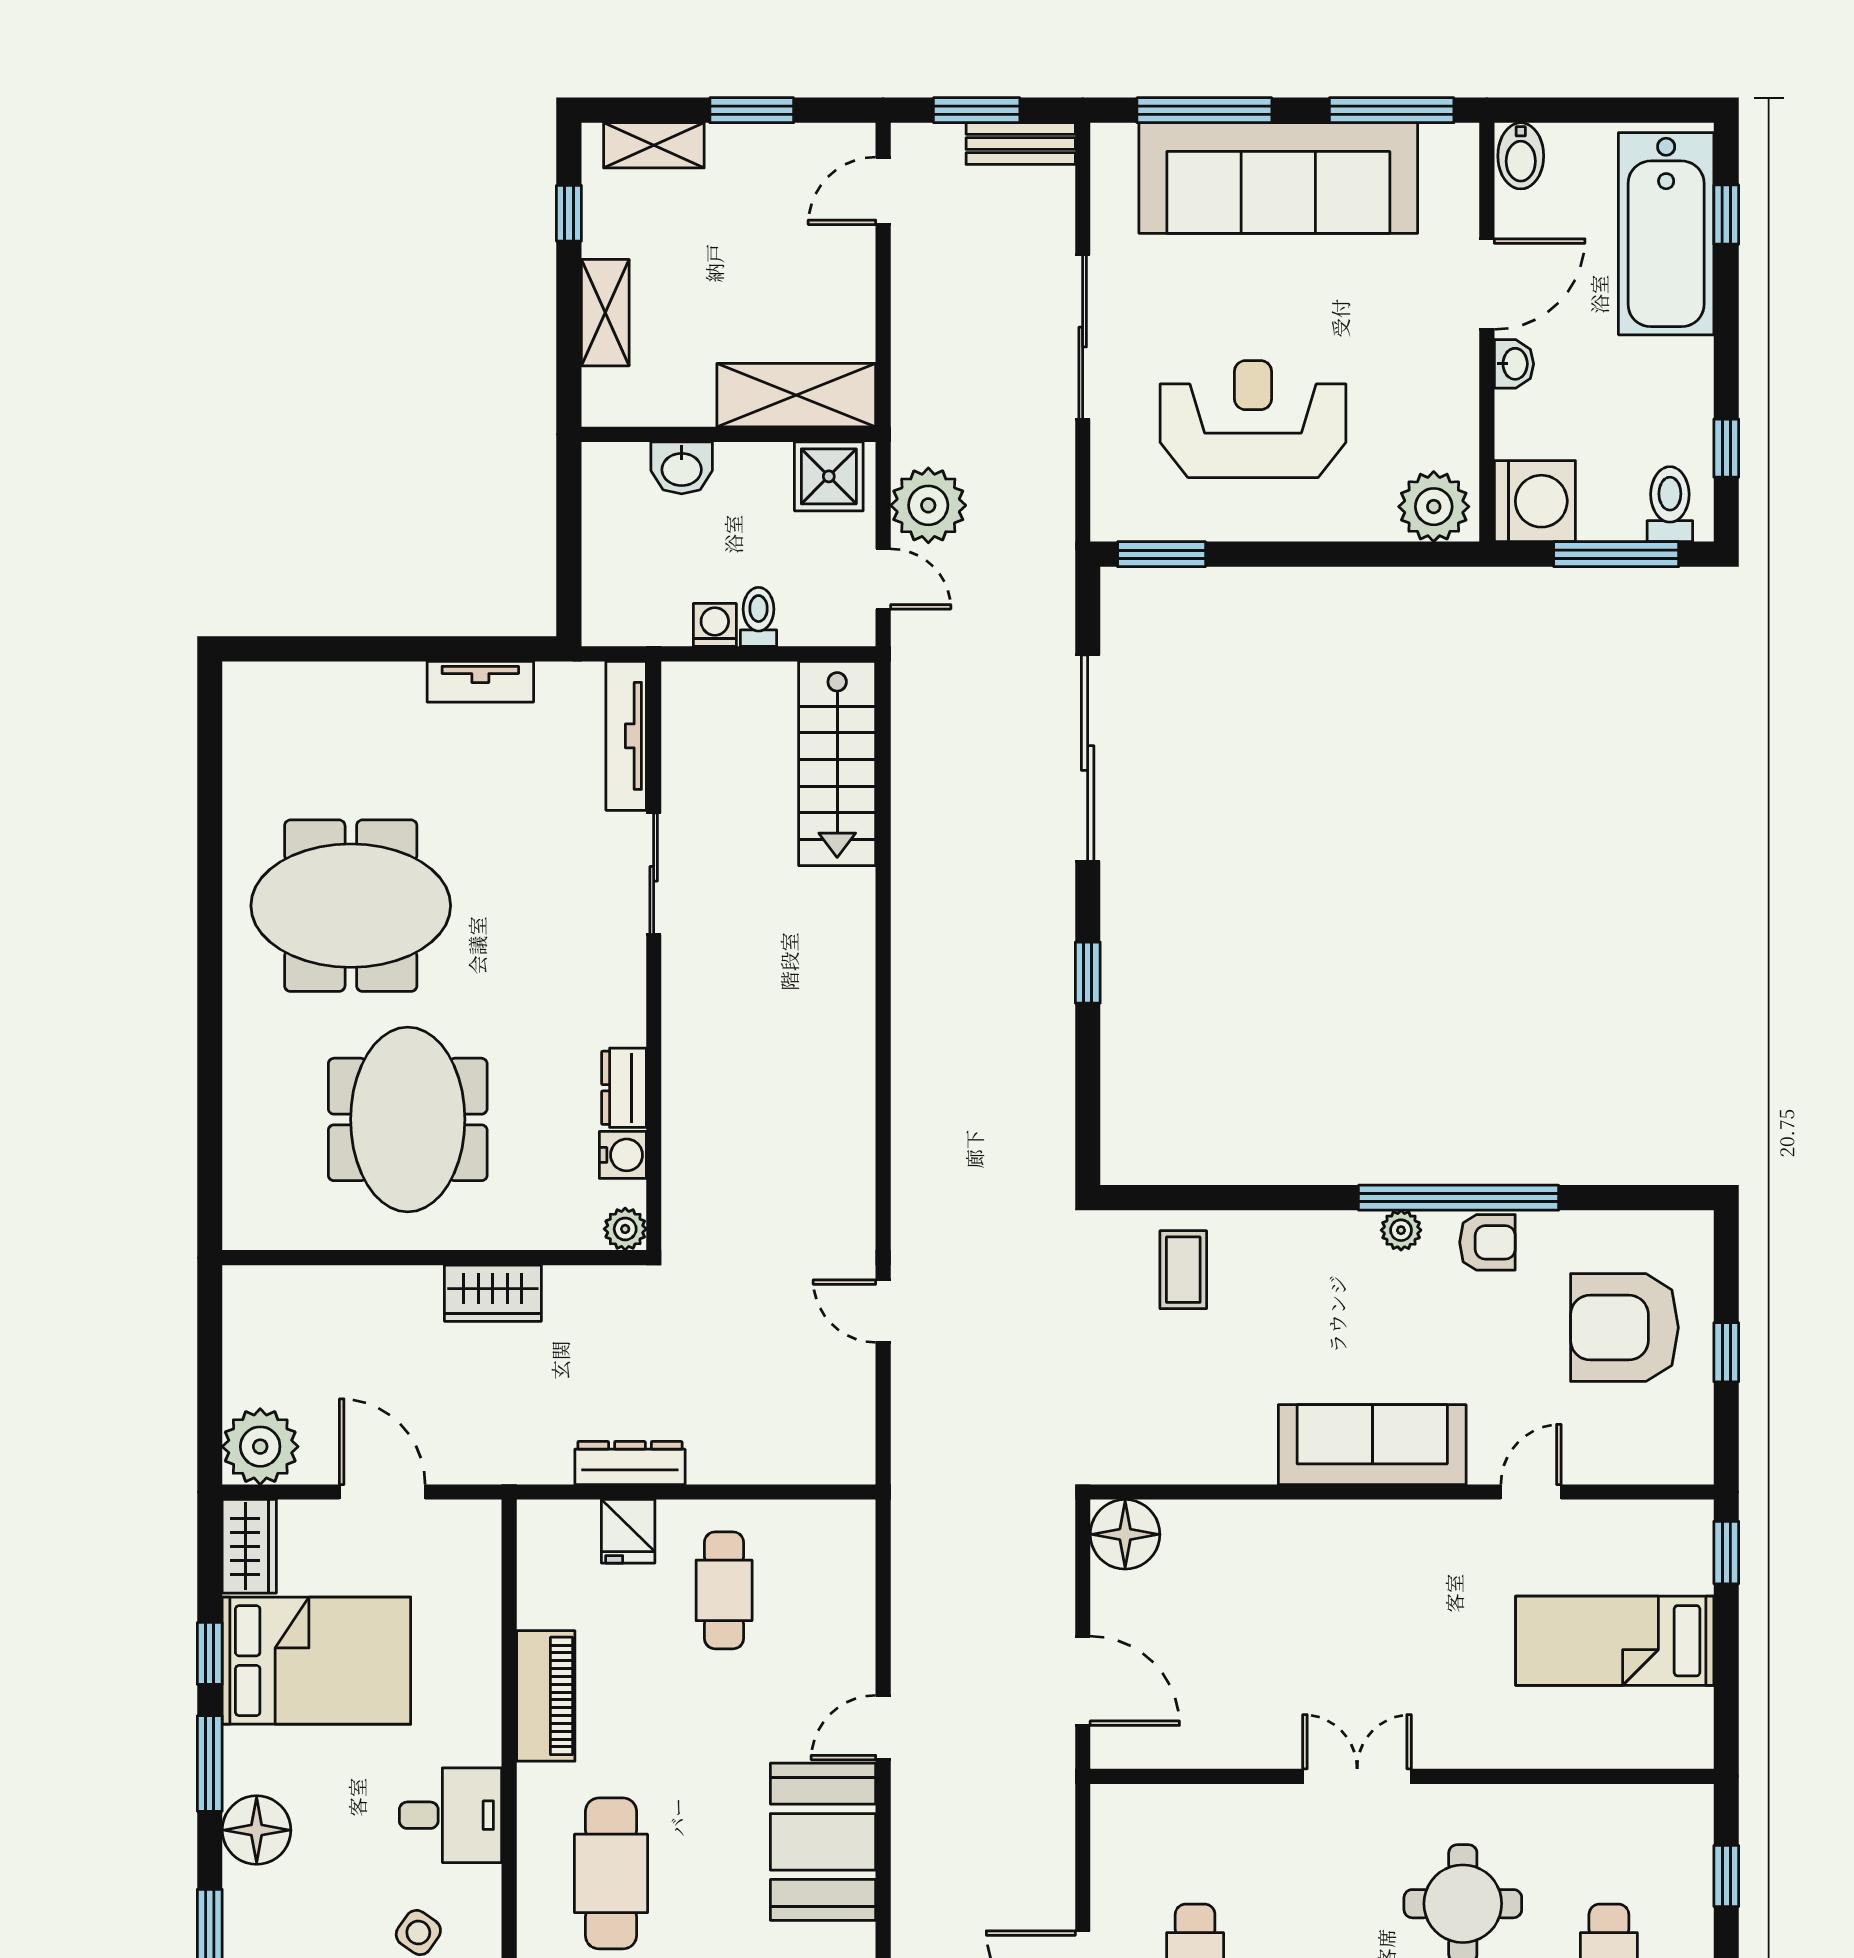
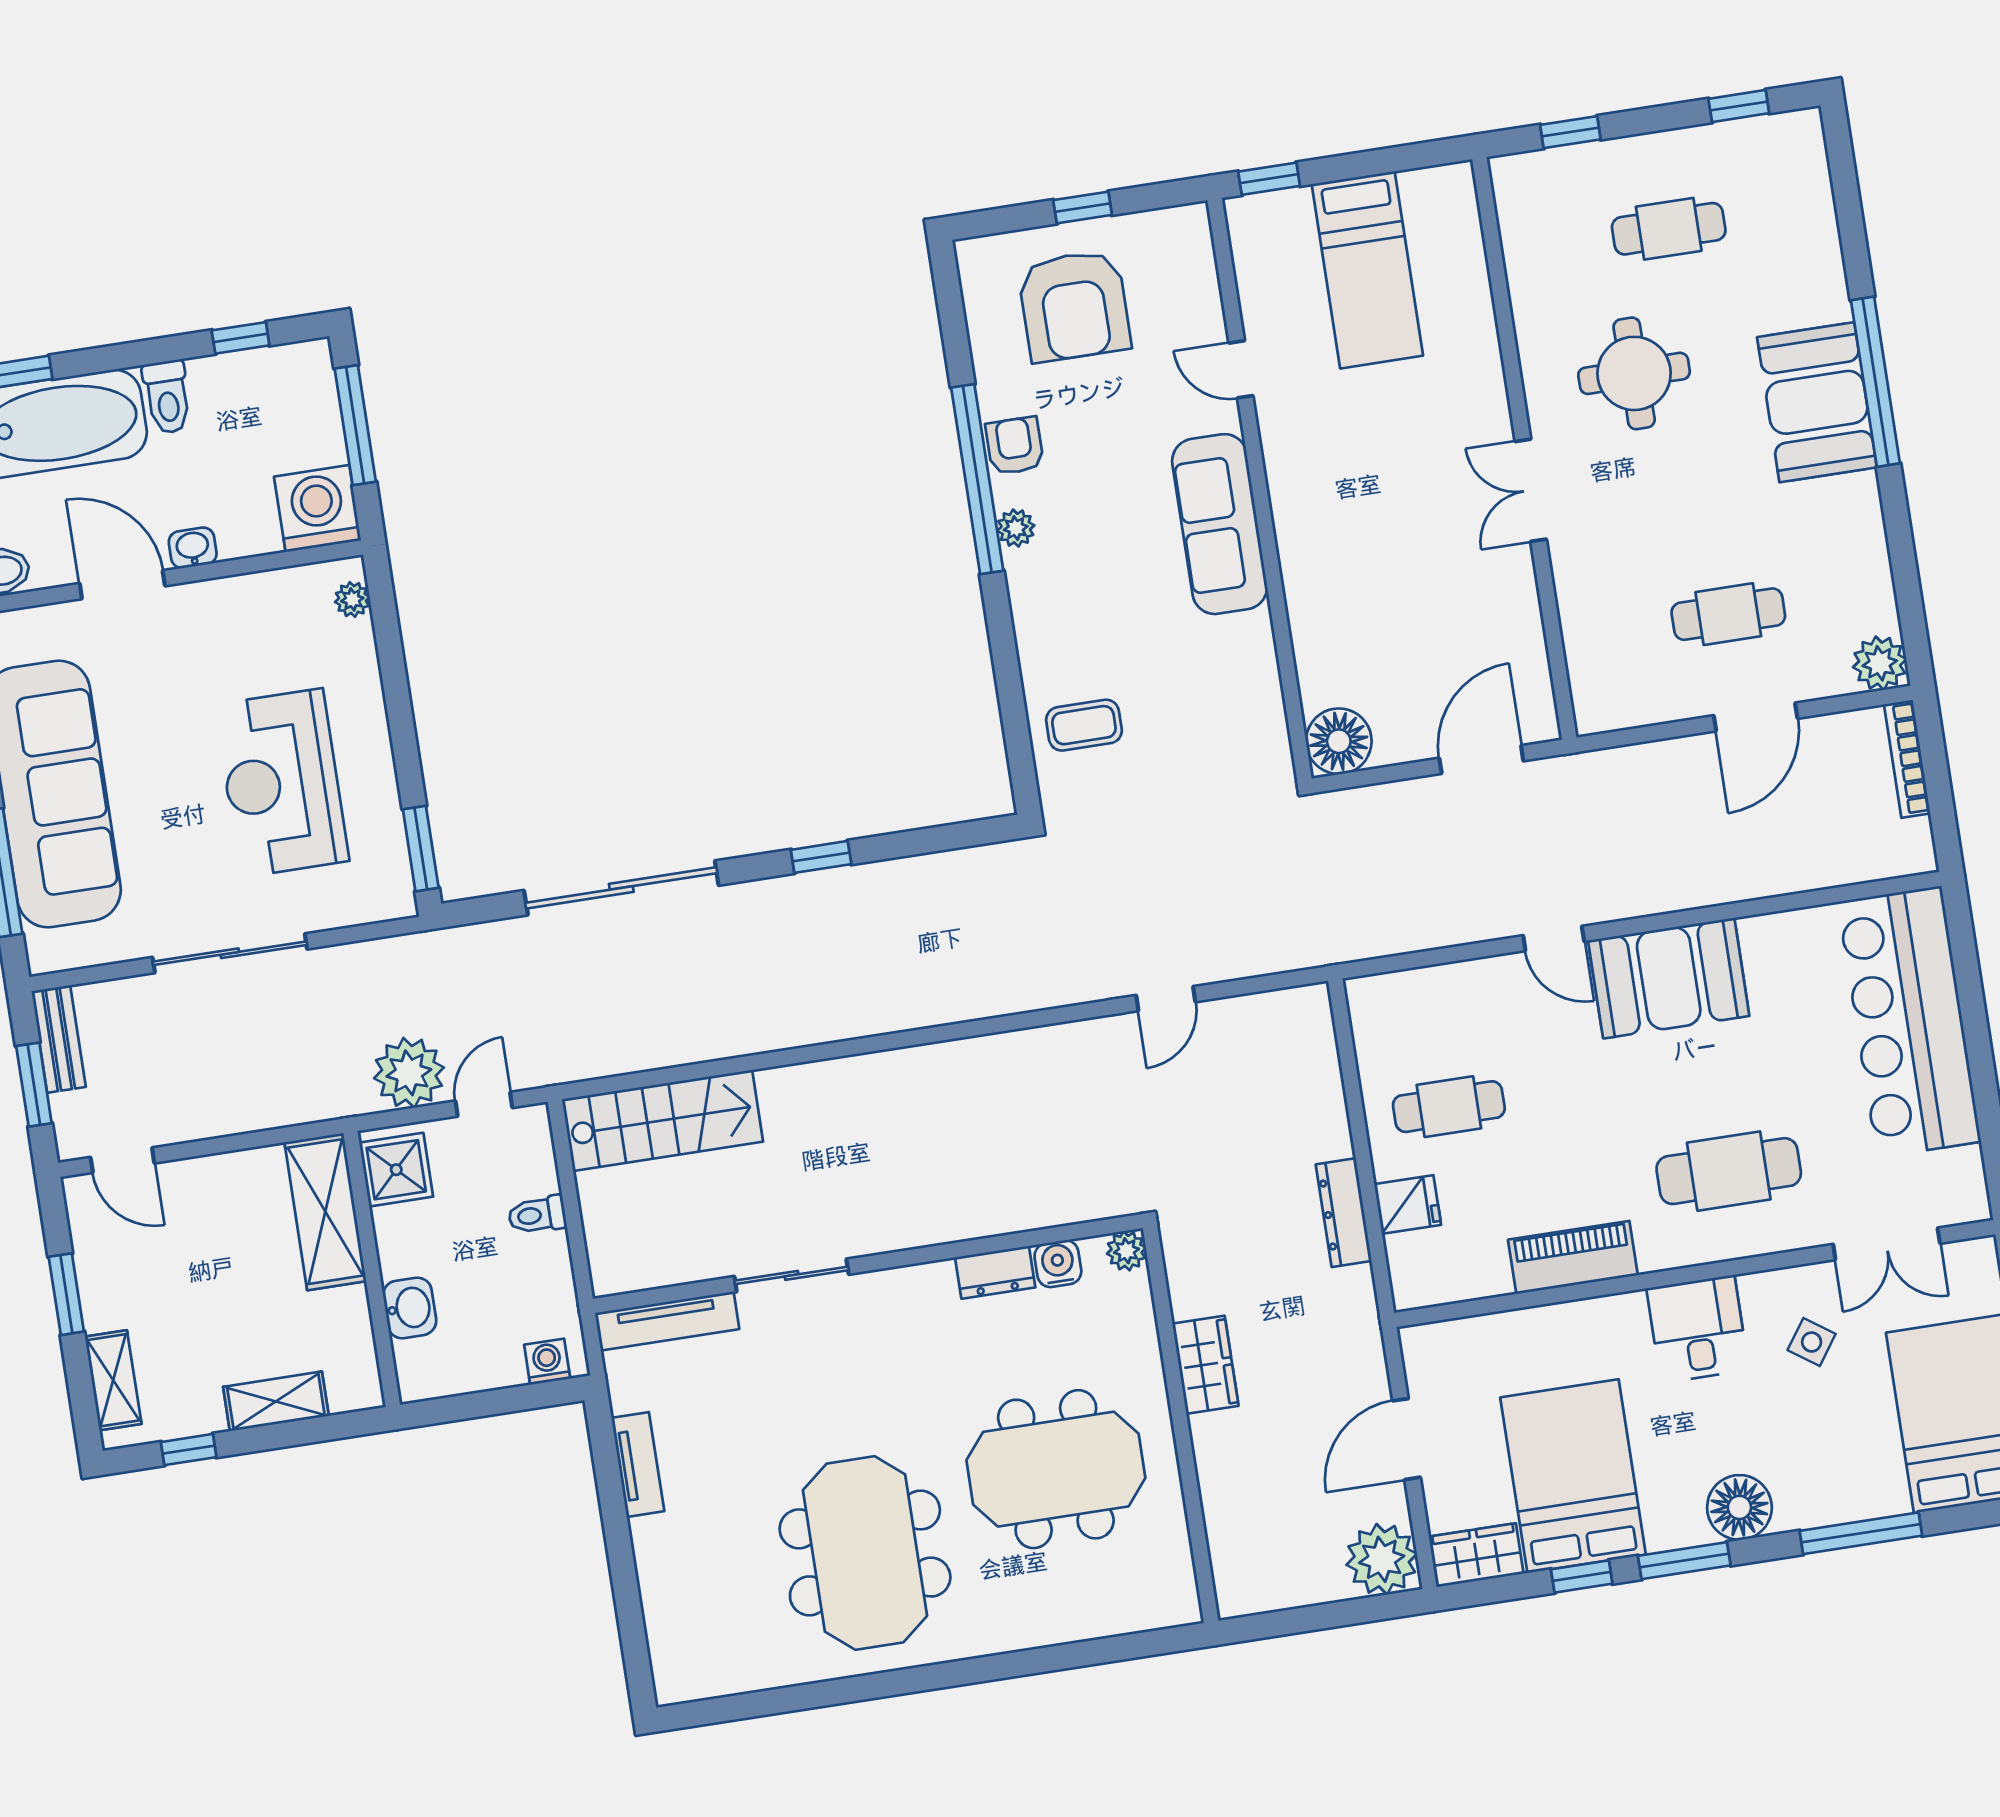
toilet: (1670, 504) -> (167, 397), moved, turned -90
plant: (1434, 507) -> (352, 600), width x0.53, depth x0.53
washing machine: (715, 625) -> (547, 1362), moved, turned 90

